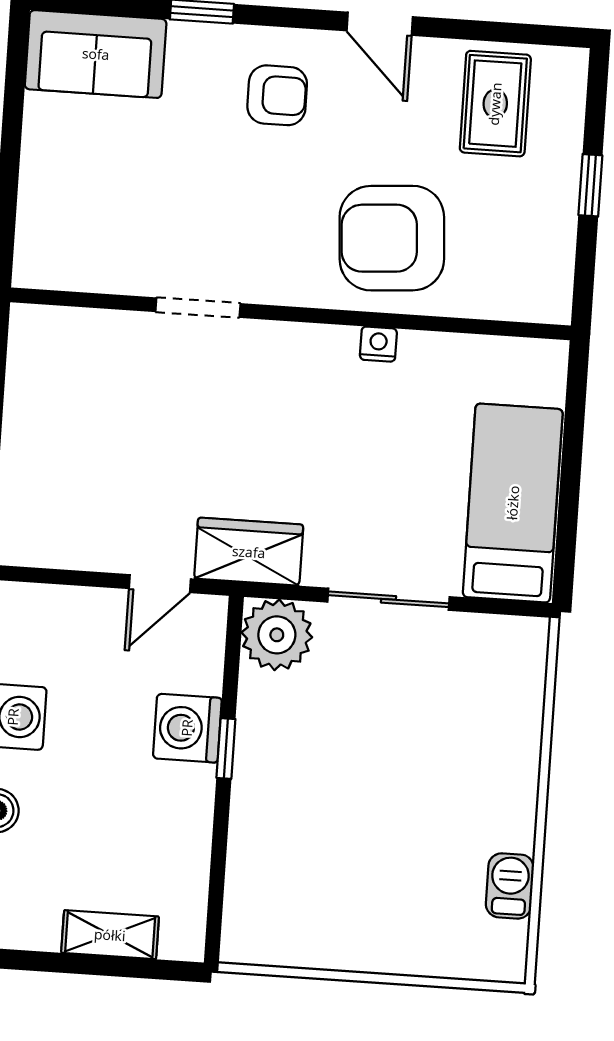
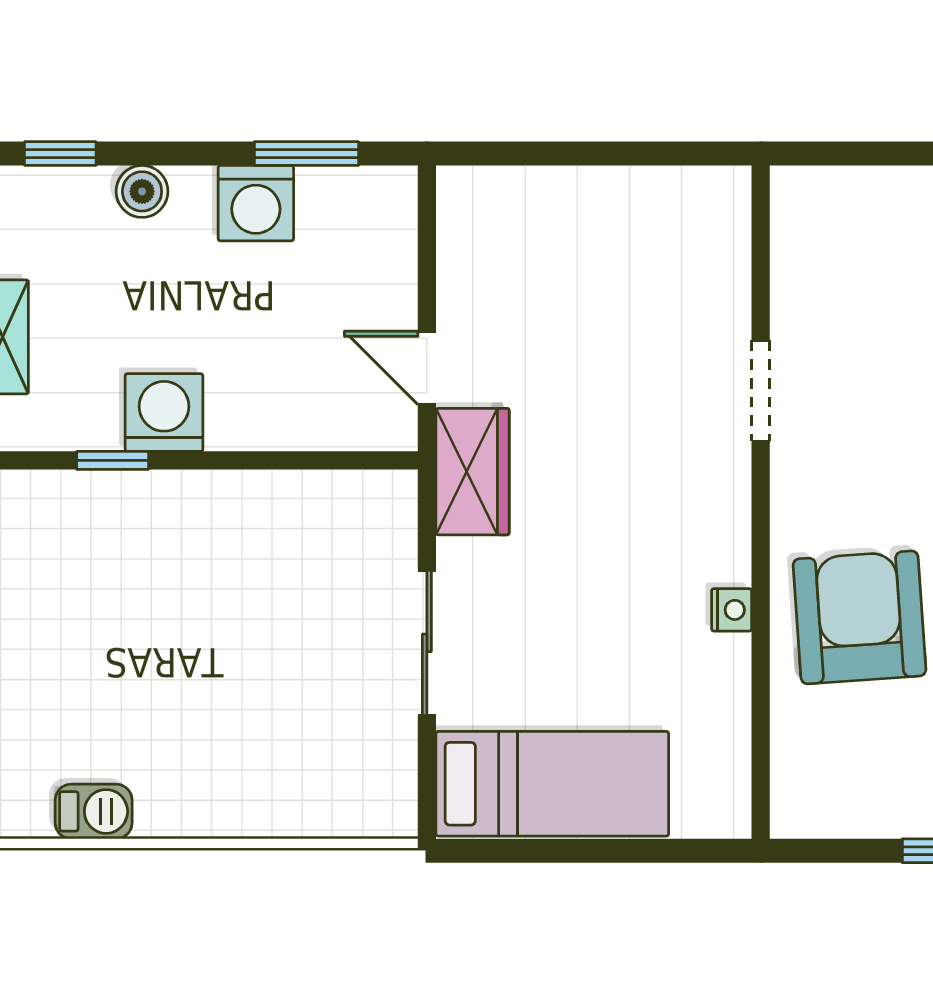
plant: (277, 635) -> (375, 512), removed
washing machine: (187, 728) -> (164, 413), moved
window: (226, 749) -> (113, 460), moved

